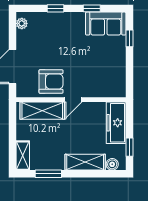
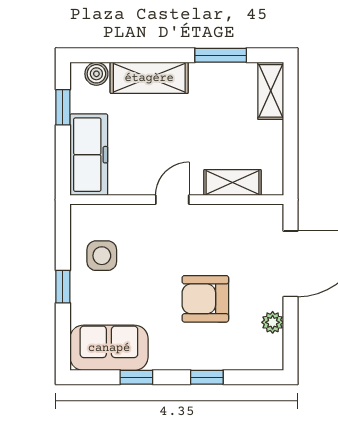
plant: (22, 23) -> (273, 322), moved
window: (129, 38) -> (63, 287), moved
side table: (109, 71) -> (102, 256), added
armchair: (51, 81) -> (205, 299), moved
shelving: (42, 111) -> (232, 183), width x0.67, depth x0.75

